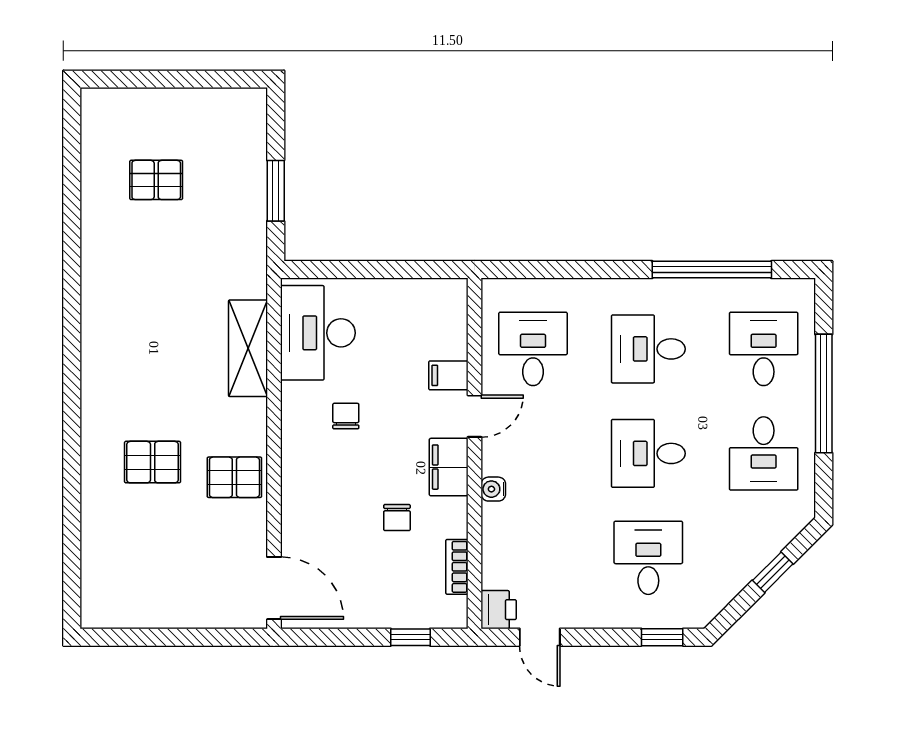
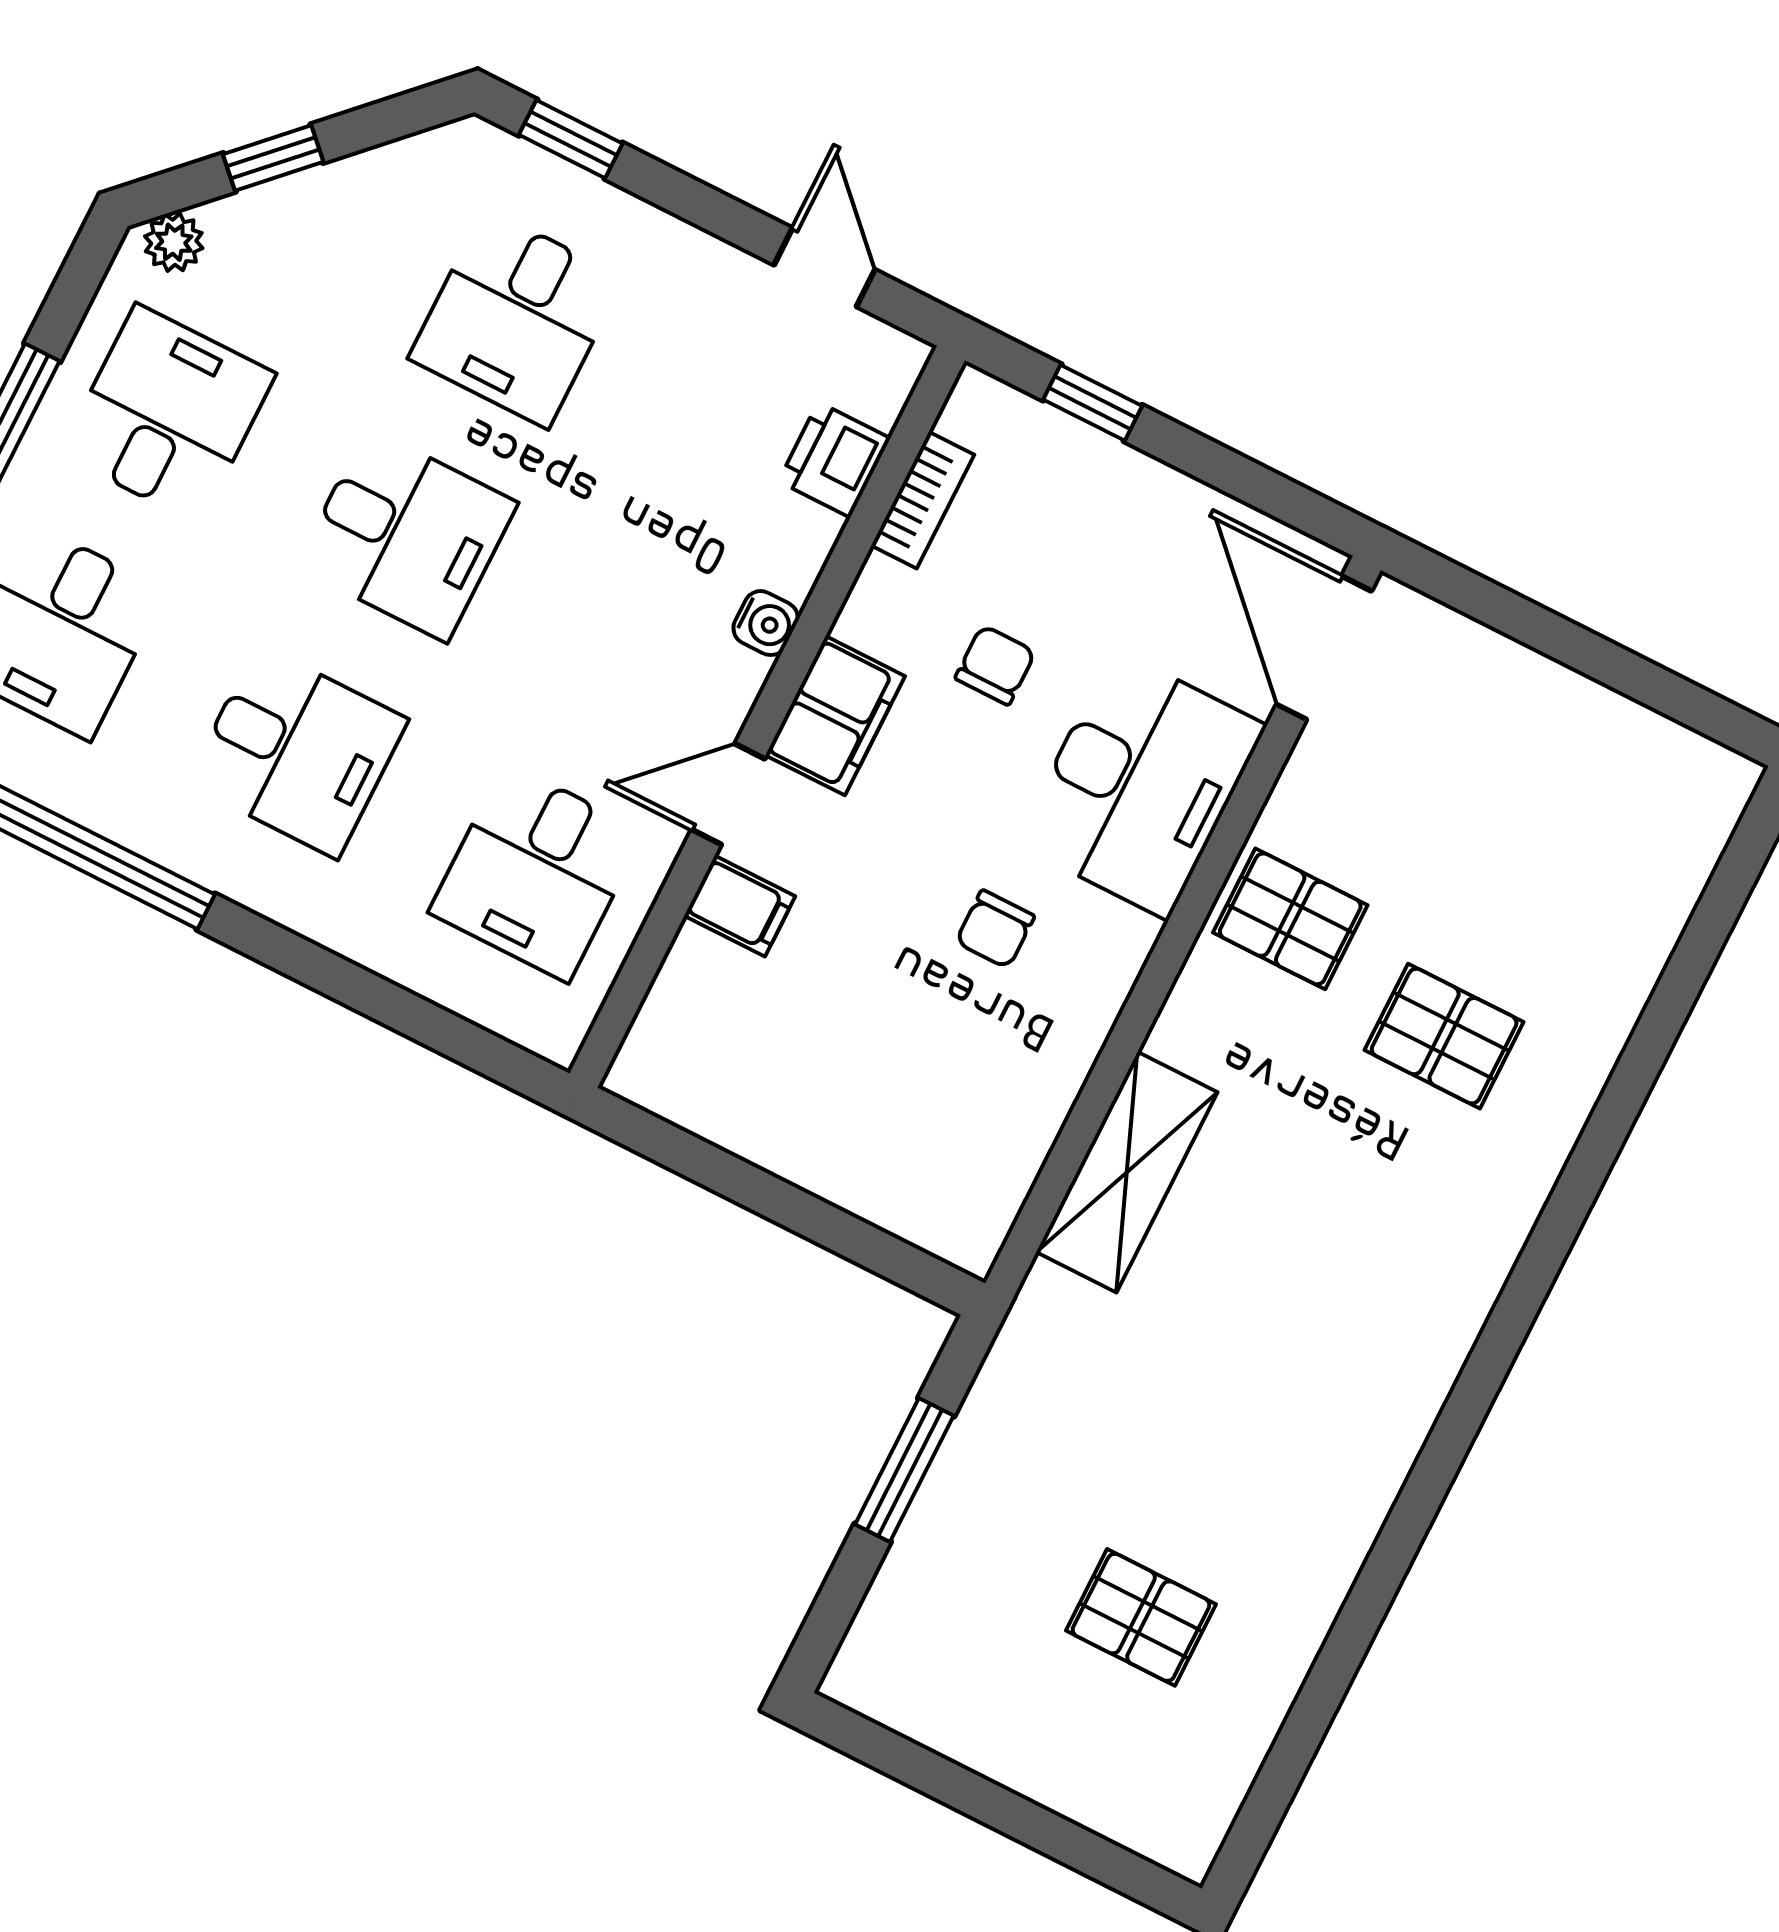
desk: (318, 333) -> (1141, 784), moved
plant: (795, 521) -> (174, 242), added
printer: (499, 610) -> (834, 460), moved

